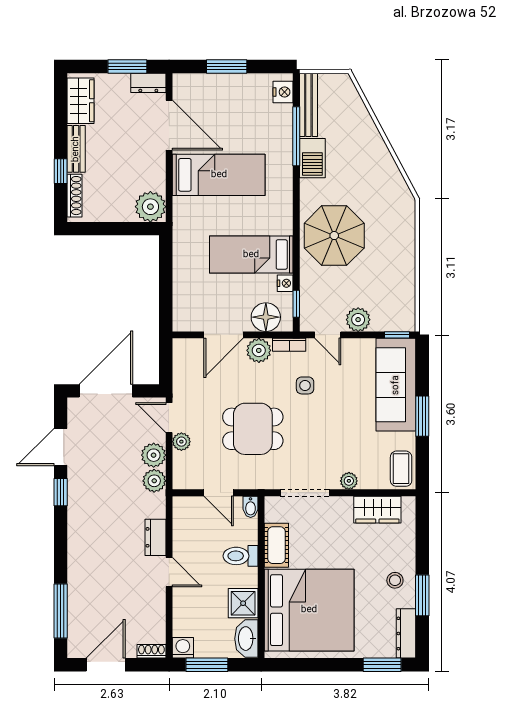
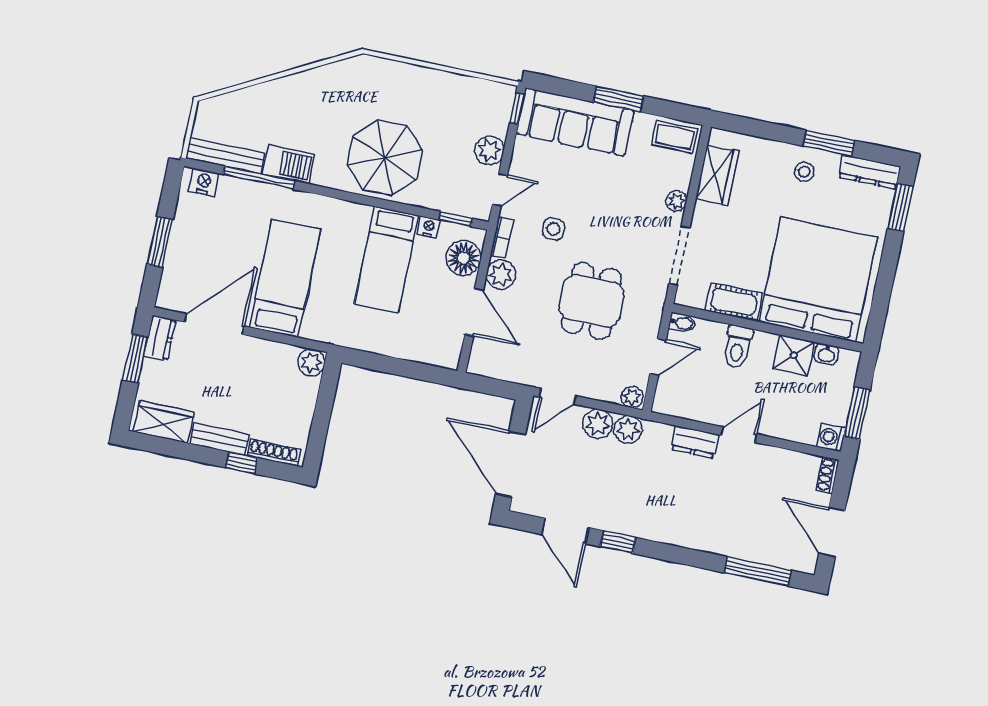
plant: (150, 207) -> (311, 362), width x0.73, depth x0.73
plant: (181, 442) -> (632, 397), moved
washbasin: (246, 639) -> (826, 354), width x0.52, depth x0.69

